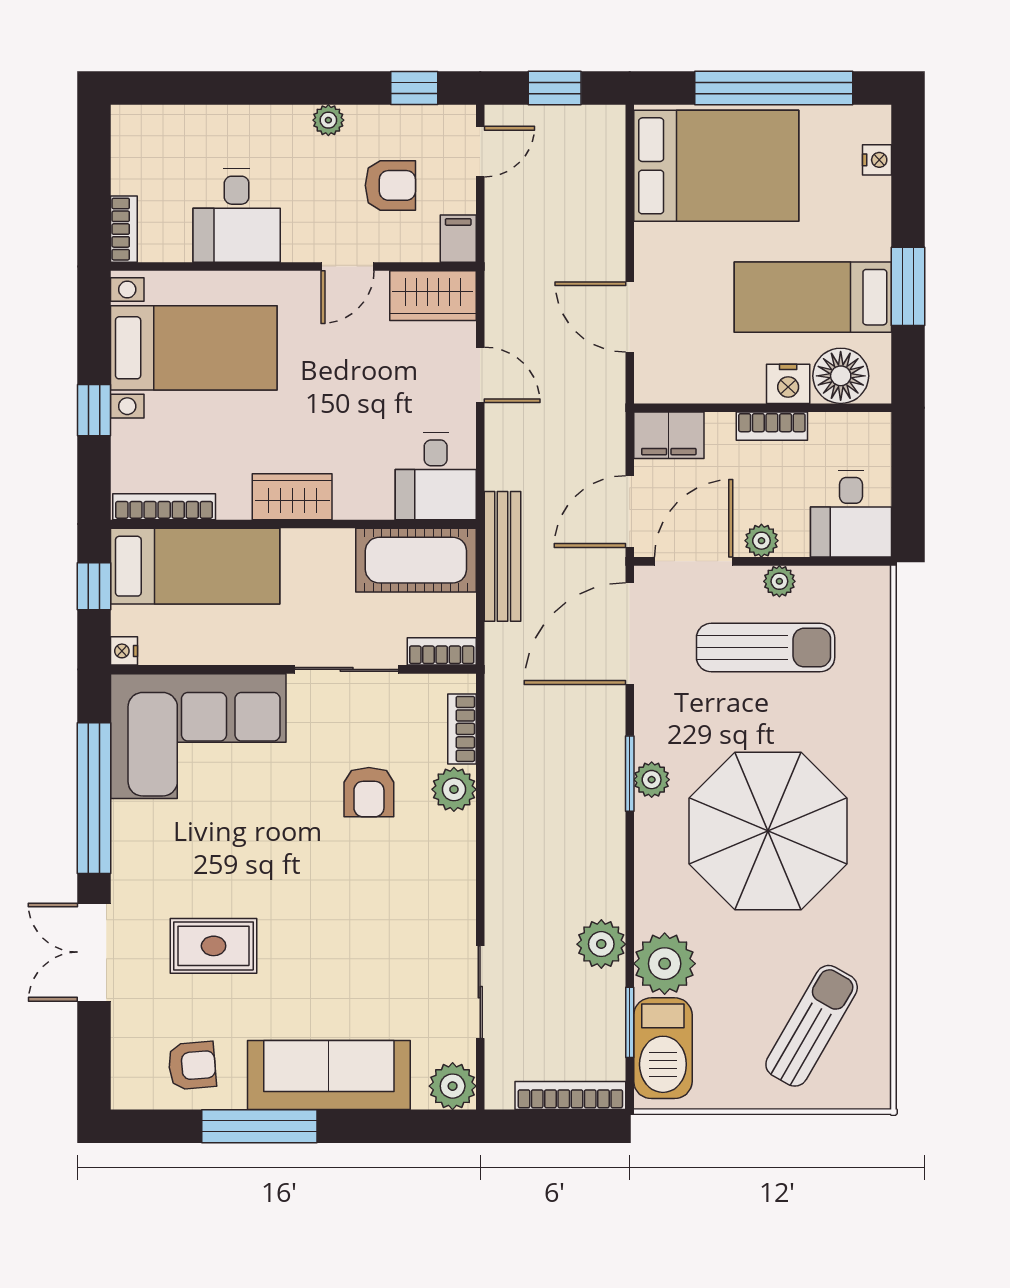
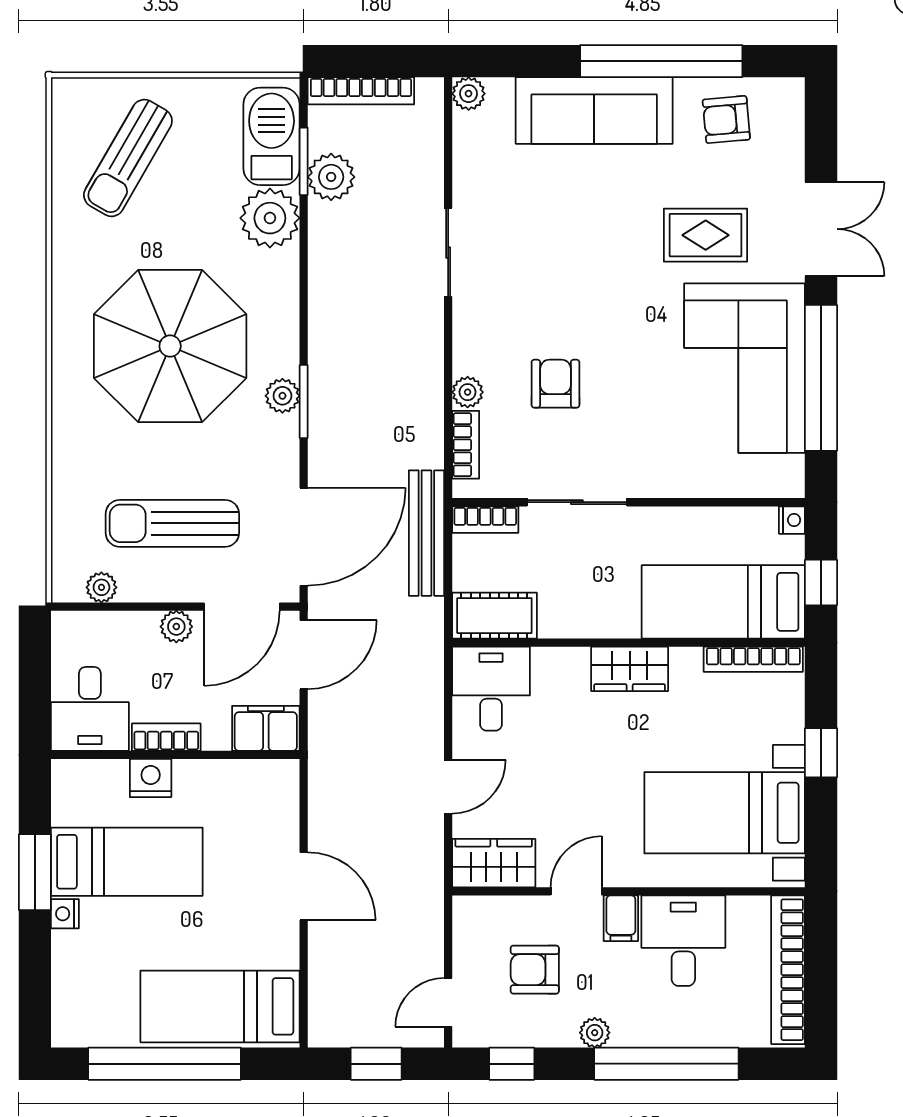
window: (254, 88) -> (666, 1064), added
nightstand: (877, 160) -> (65, 914), moved
bed: (716, 166) -> (220, 1006), width x0.67
bookcase: (124, 229) -> (788, 970), width x2.31, depth x1.31
filing cabinet: (458, 239) -> (621, 918), moved
door: (630, 317) -> (304, 886), moved
door: (480, 375) -> (448, 787), swing flipped
floor lamp: (841, 376) -> (100, 786), removed
desk: (851, 514) -> (90, 709), moved, turned 180
bench: (503, 556) -> (426, 533), moved
cot: (416, 560) -> (494, 616), width x0.73, depth x0.75
plant: (779, 581) -> (101, 587), moved
corner sofa: (198, 736) -> (745, 368), moved, turned -90
plant: (454, 789) -> (468, 392), width x0.73, depth x0.73
plant: (601, 944) -> (331, 177), moved
sliding door: (480, 992) -> (448, 253), moved
plant: (453, 1086) -> (469, 94), width x0.73, depth x0.73
window: (259, 1126) -> (661, 61), width x1.46

